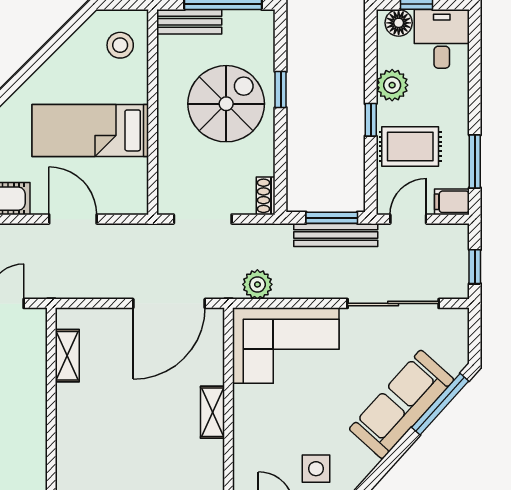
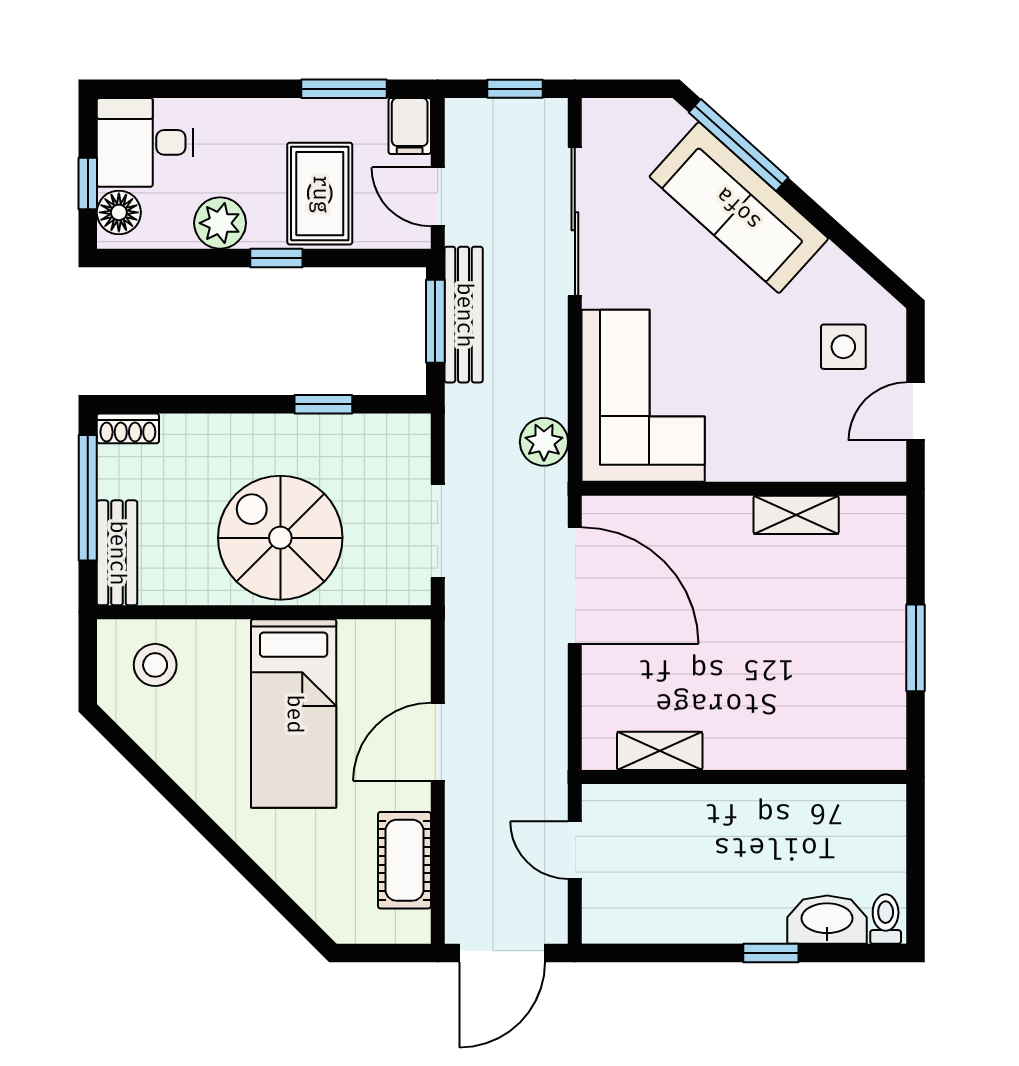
window: (281, 90) -> (323, 404), moved
spiral stairs: (226, 104) -> (280, 538), moved
shoe rack: (266, 196) -> (128, 428), moved
shelving: (213, 412) -> (796, 515), moved

